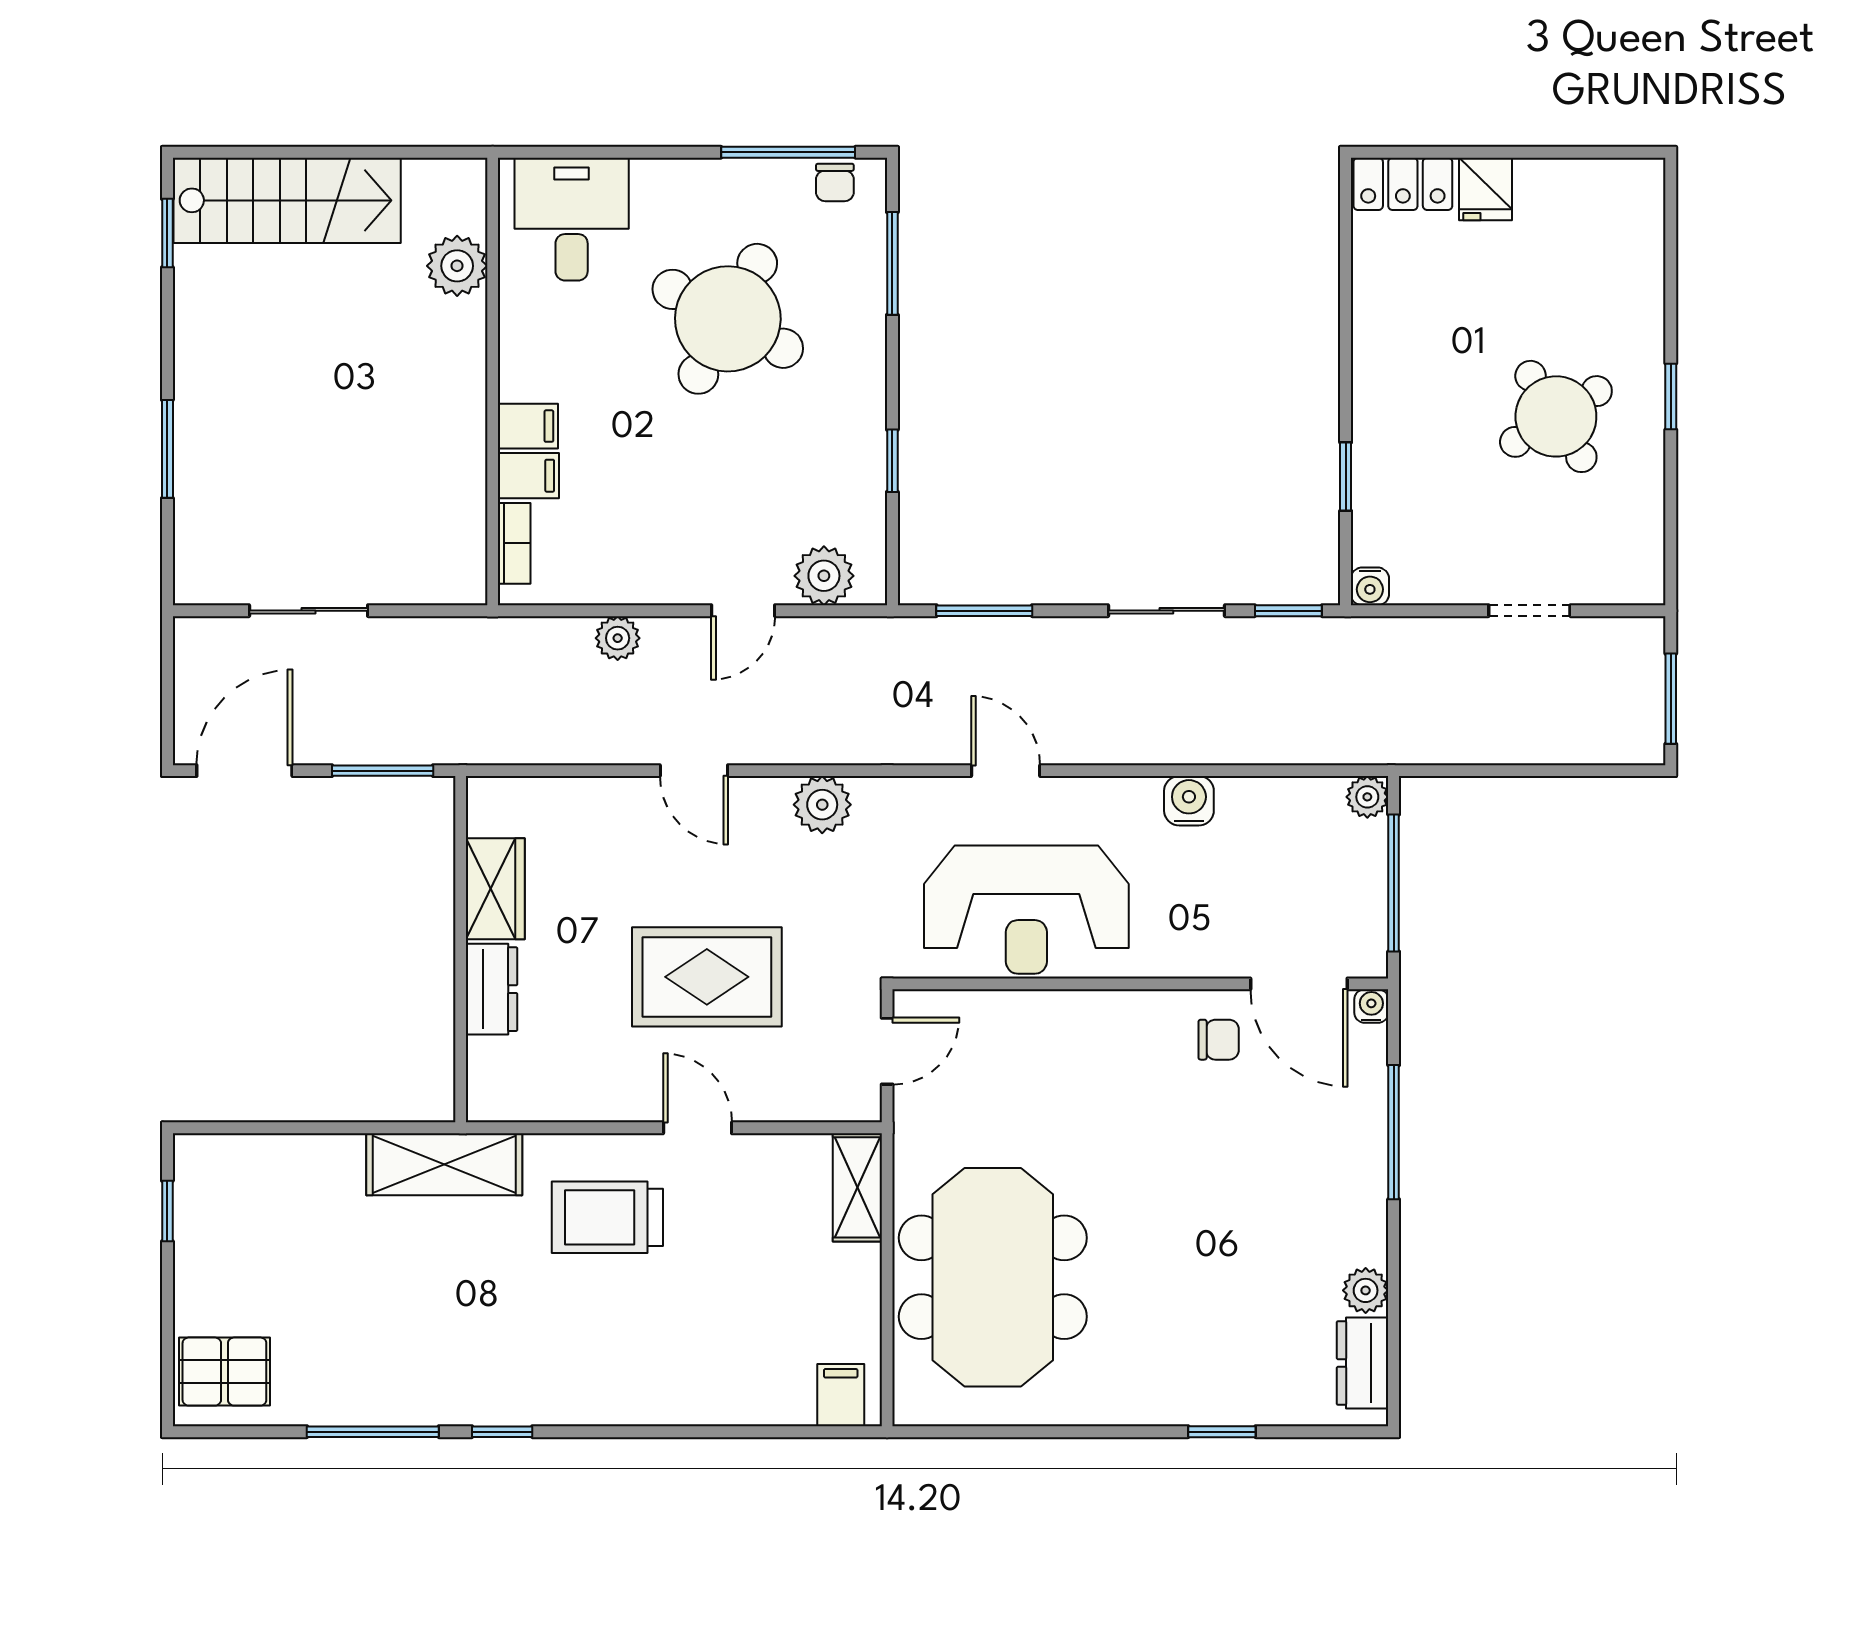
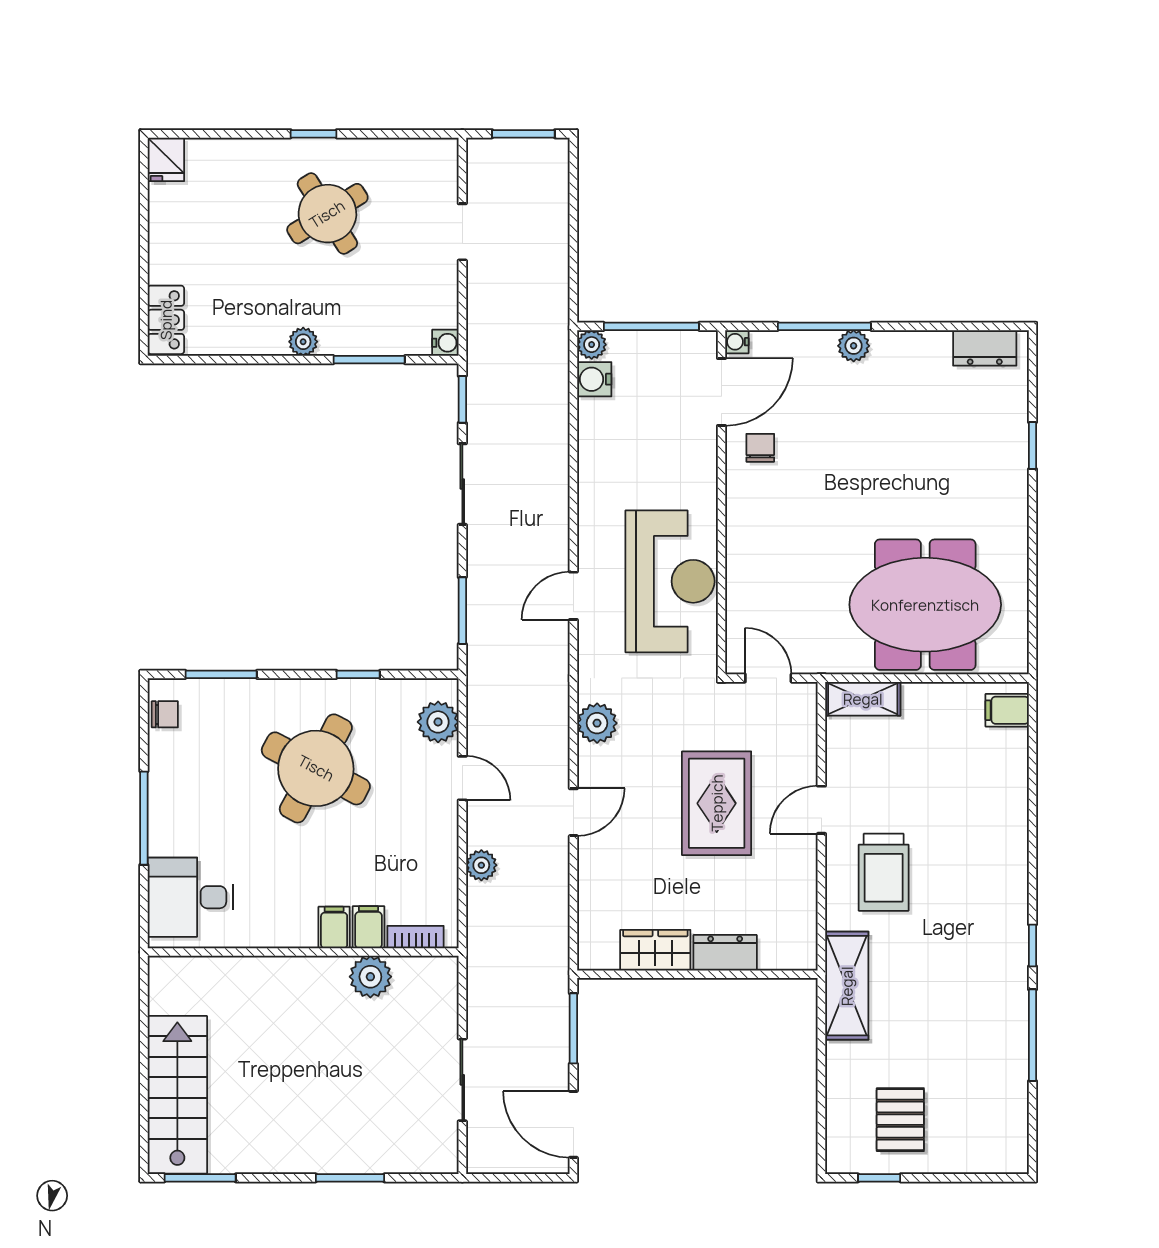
window: (788, 152) -> (144, 818), moved
fridge: (1486, 189) -> (166, 159), moved, turned 90
window: (167, 233) -> (200, 1178), width x1.50
plant: (457, 266) -> (370, 977), moved
round table: (728, 319) -> (316, 768), moved
plant: (1371, 382) -> (303, 342), added
window: (1346, 477) -> (369, 360), width x1.50
water cooler: (1189, 801) -> (594, 379), moved
plant: (1366, 1290) -> (854, 346), moved
pallet: (224, 1372) -> (900, 1120), moved

